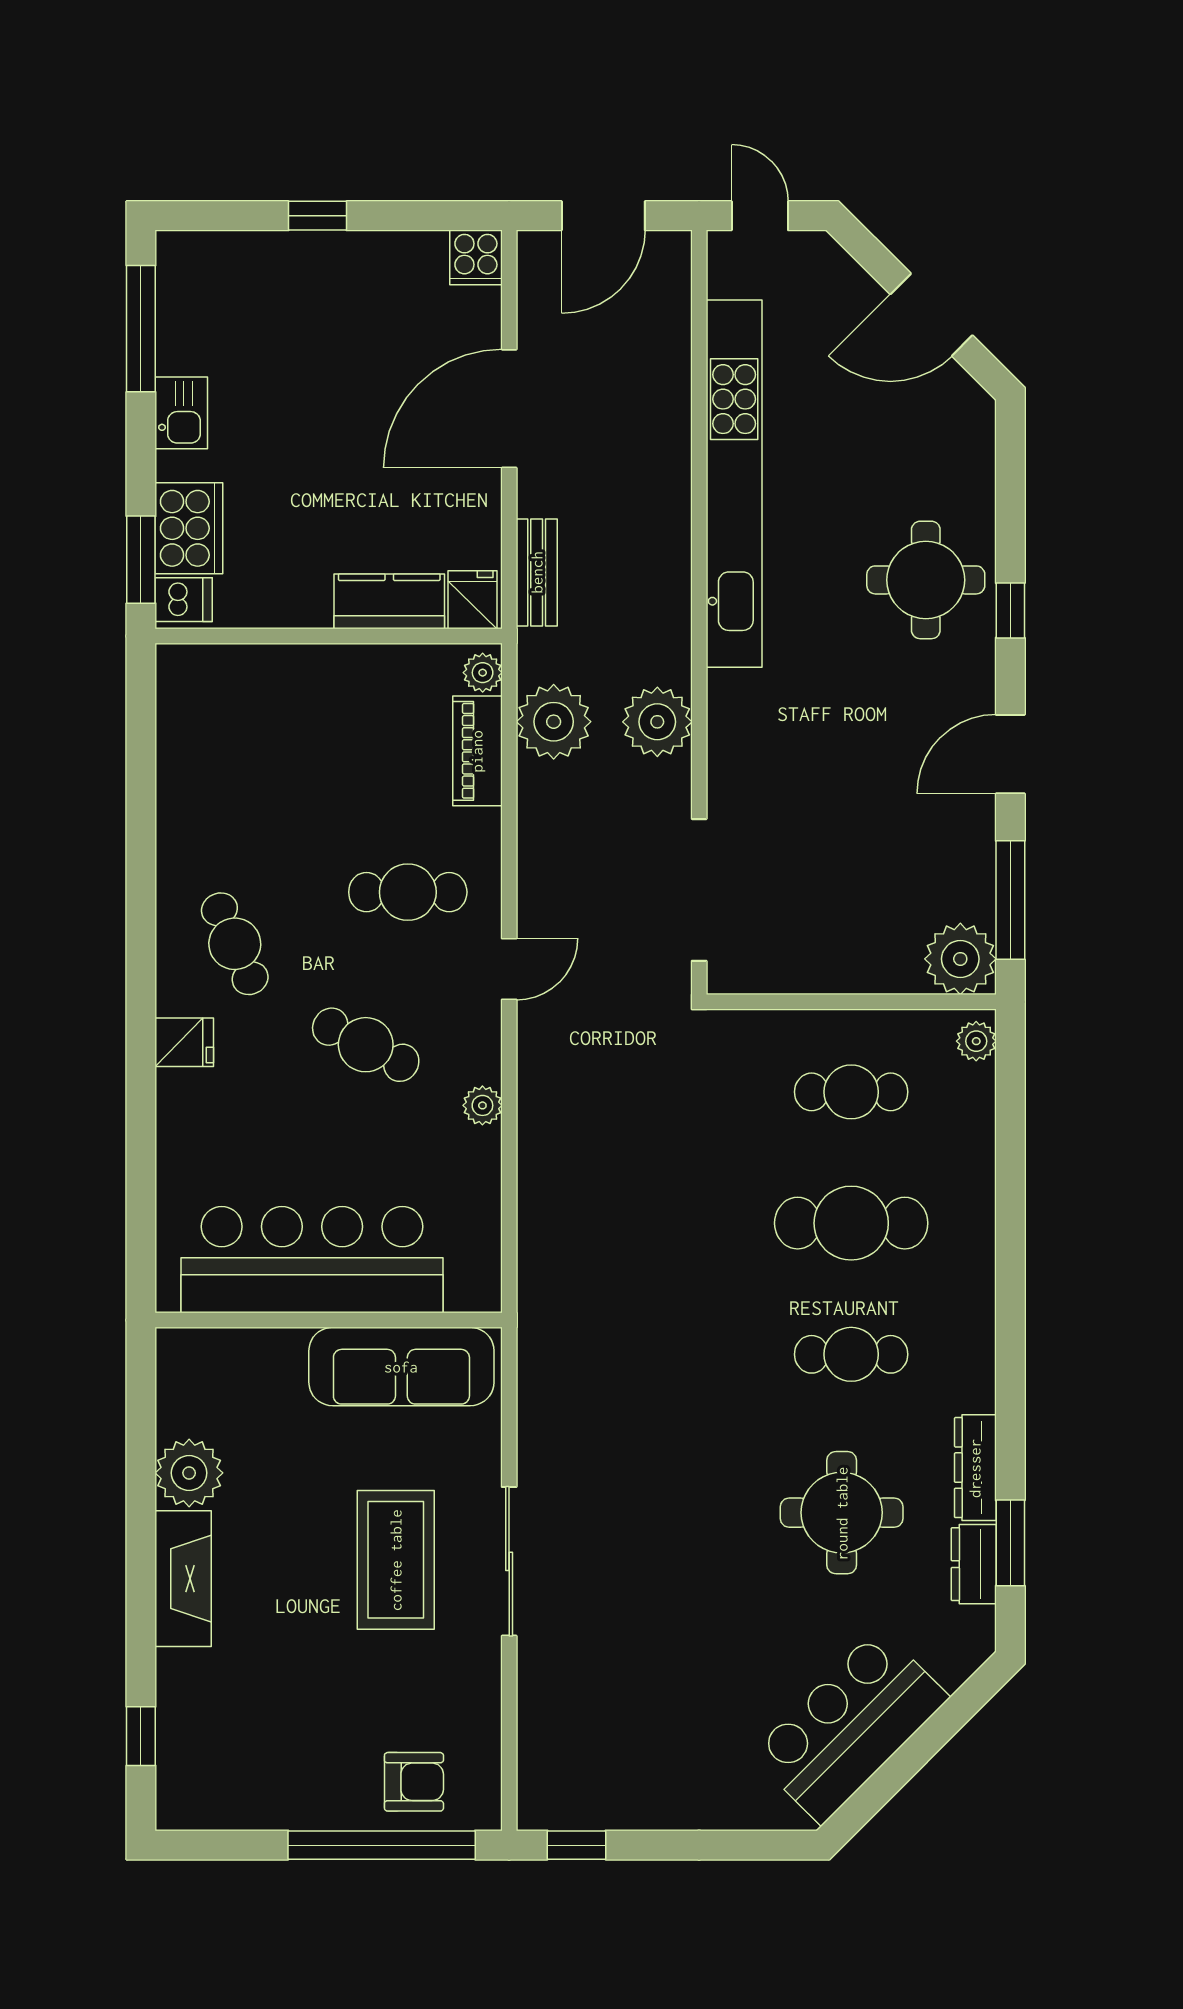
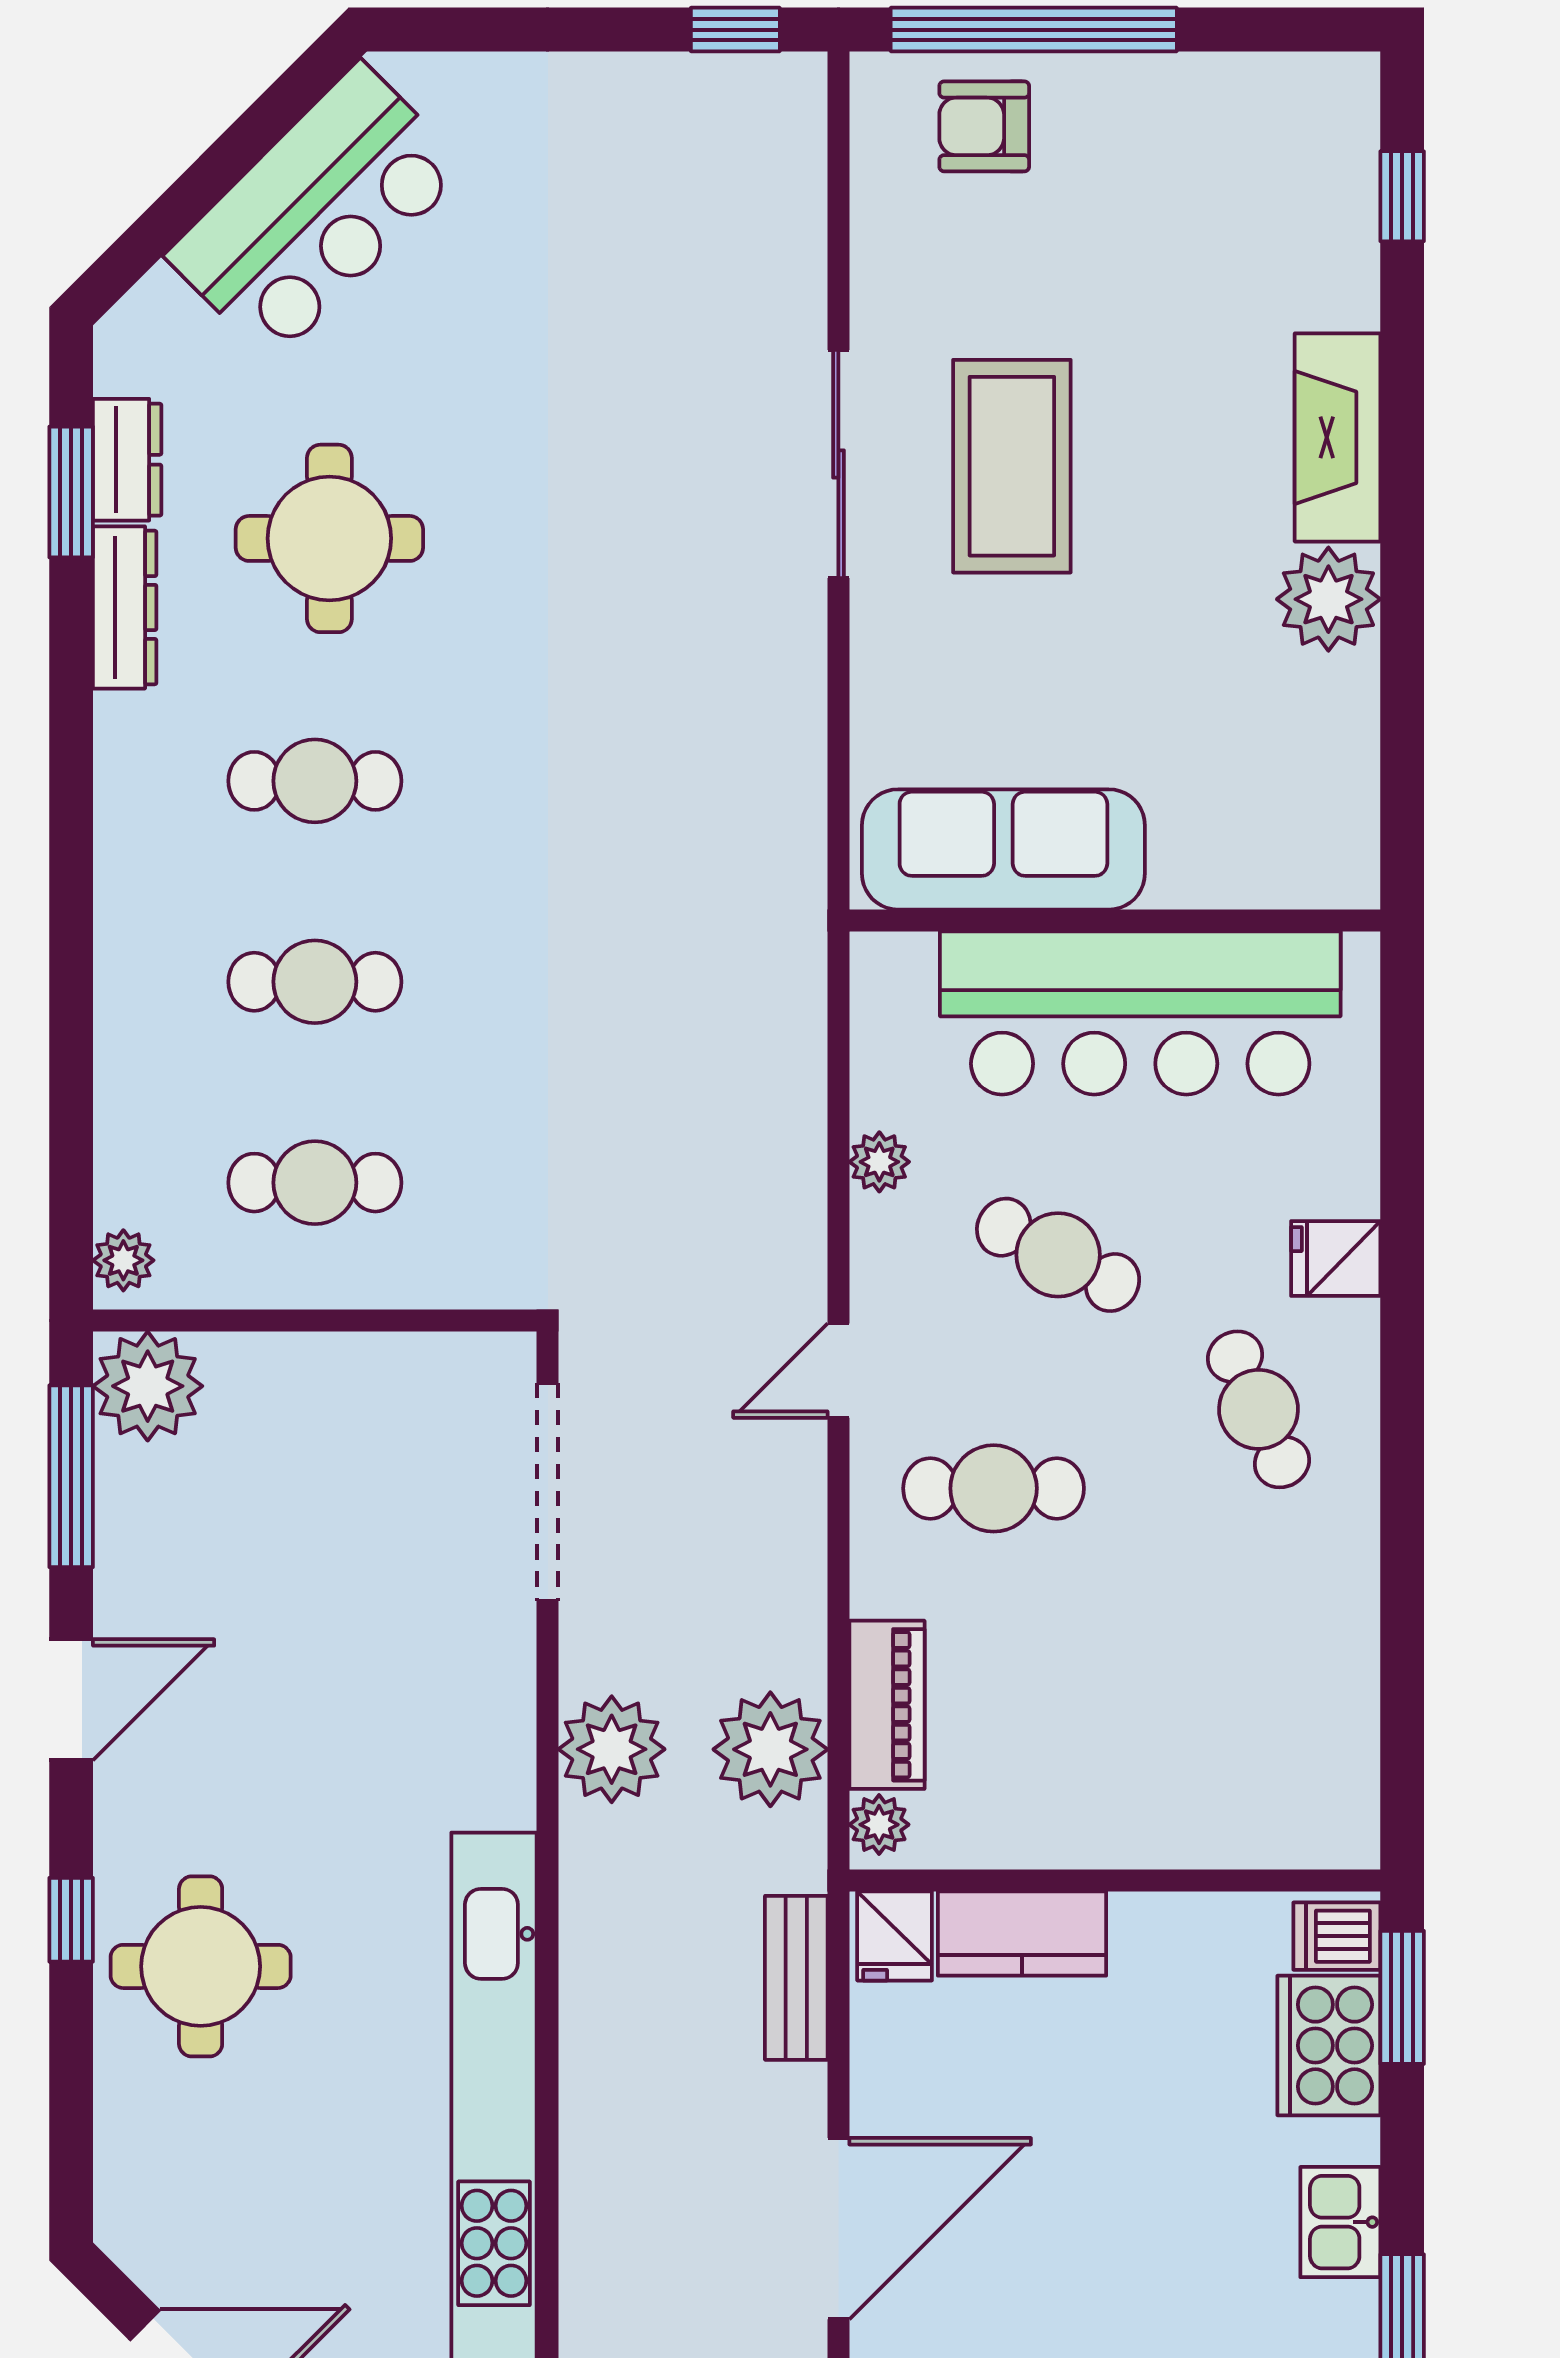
cafe table: (851, 1223) -> (315, 982), width x0.73, depth x0.74
bar counter: (312, 1260) -> (1140, 1013), moved
wall: (329, 1320) -> (1115, 920), moved
sofa: (401, 1367) -> (1003, 849), moved

